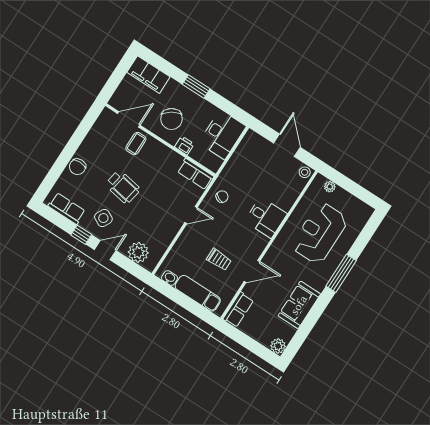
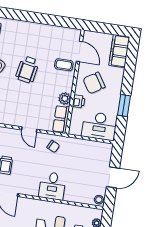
window: (196, 86) -> (124, 105), moved
plant: (174, 160) -> (65, 99), added
chair: (78, 167) -> (27, 29), removed

